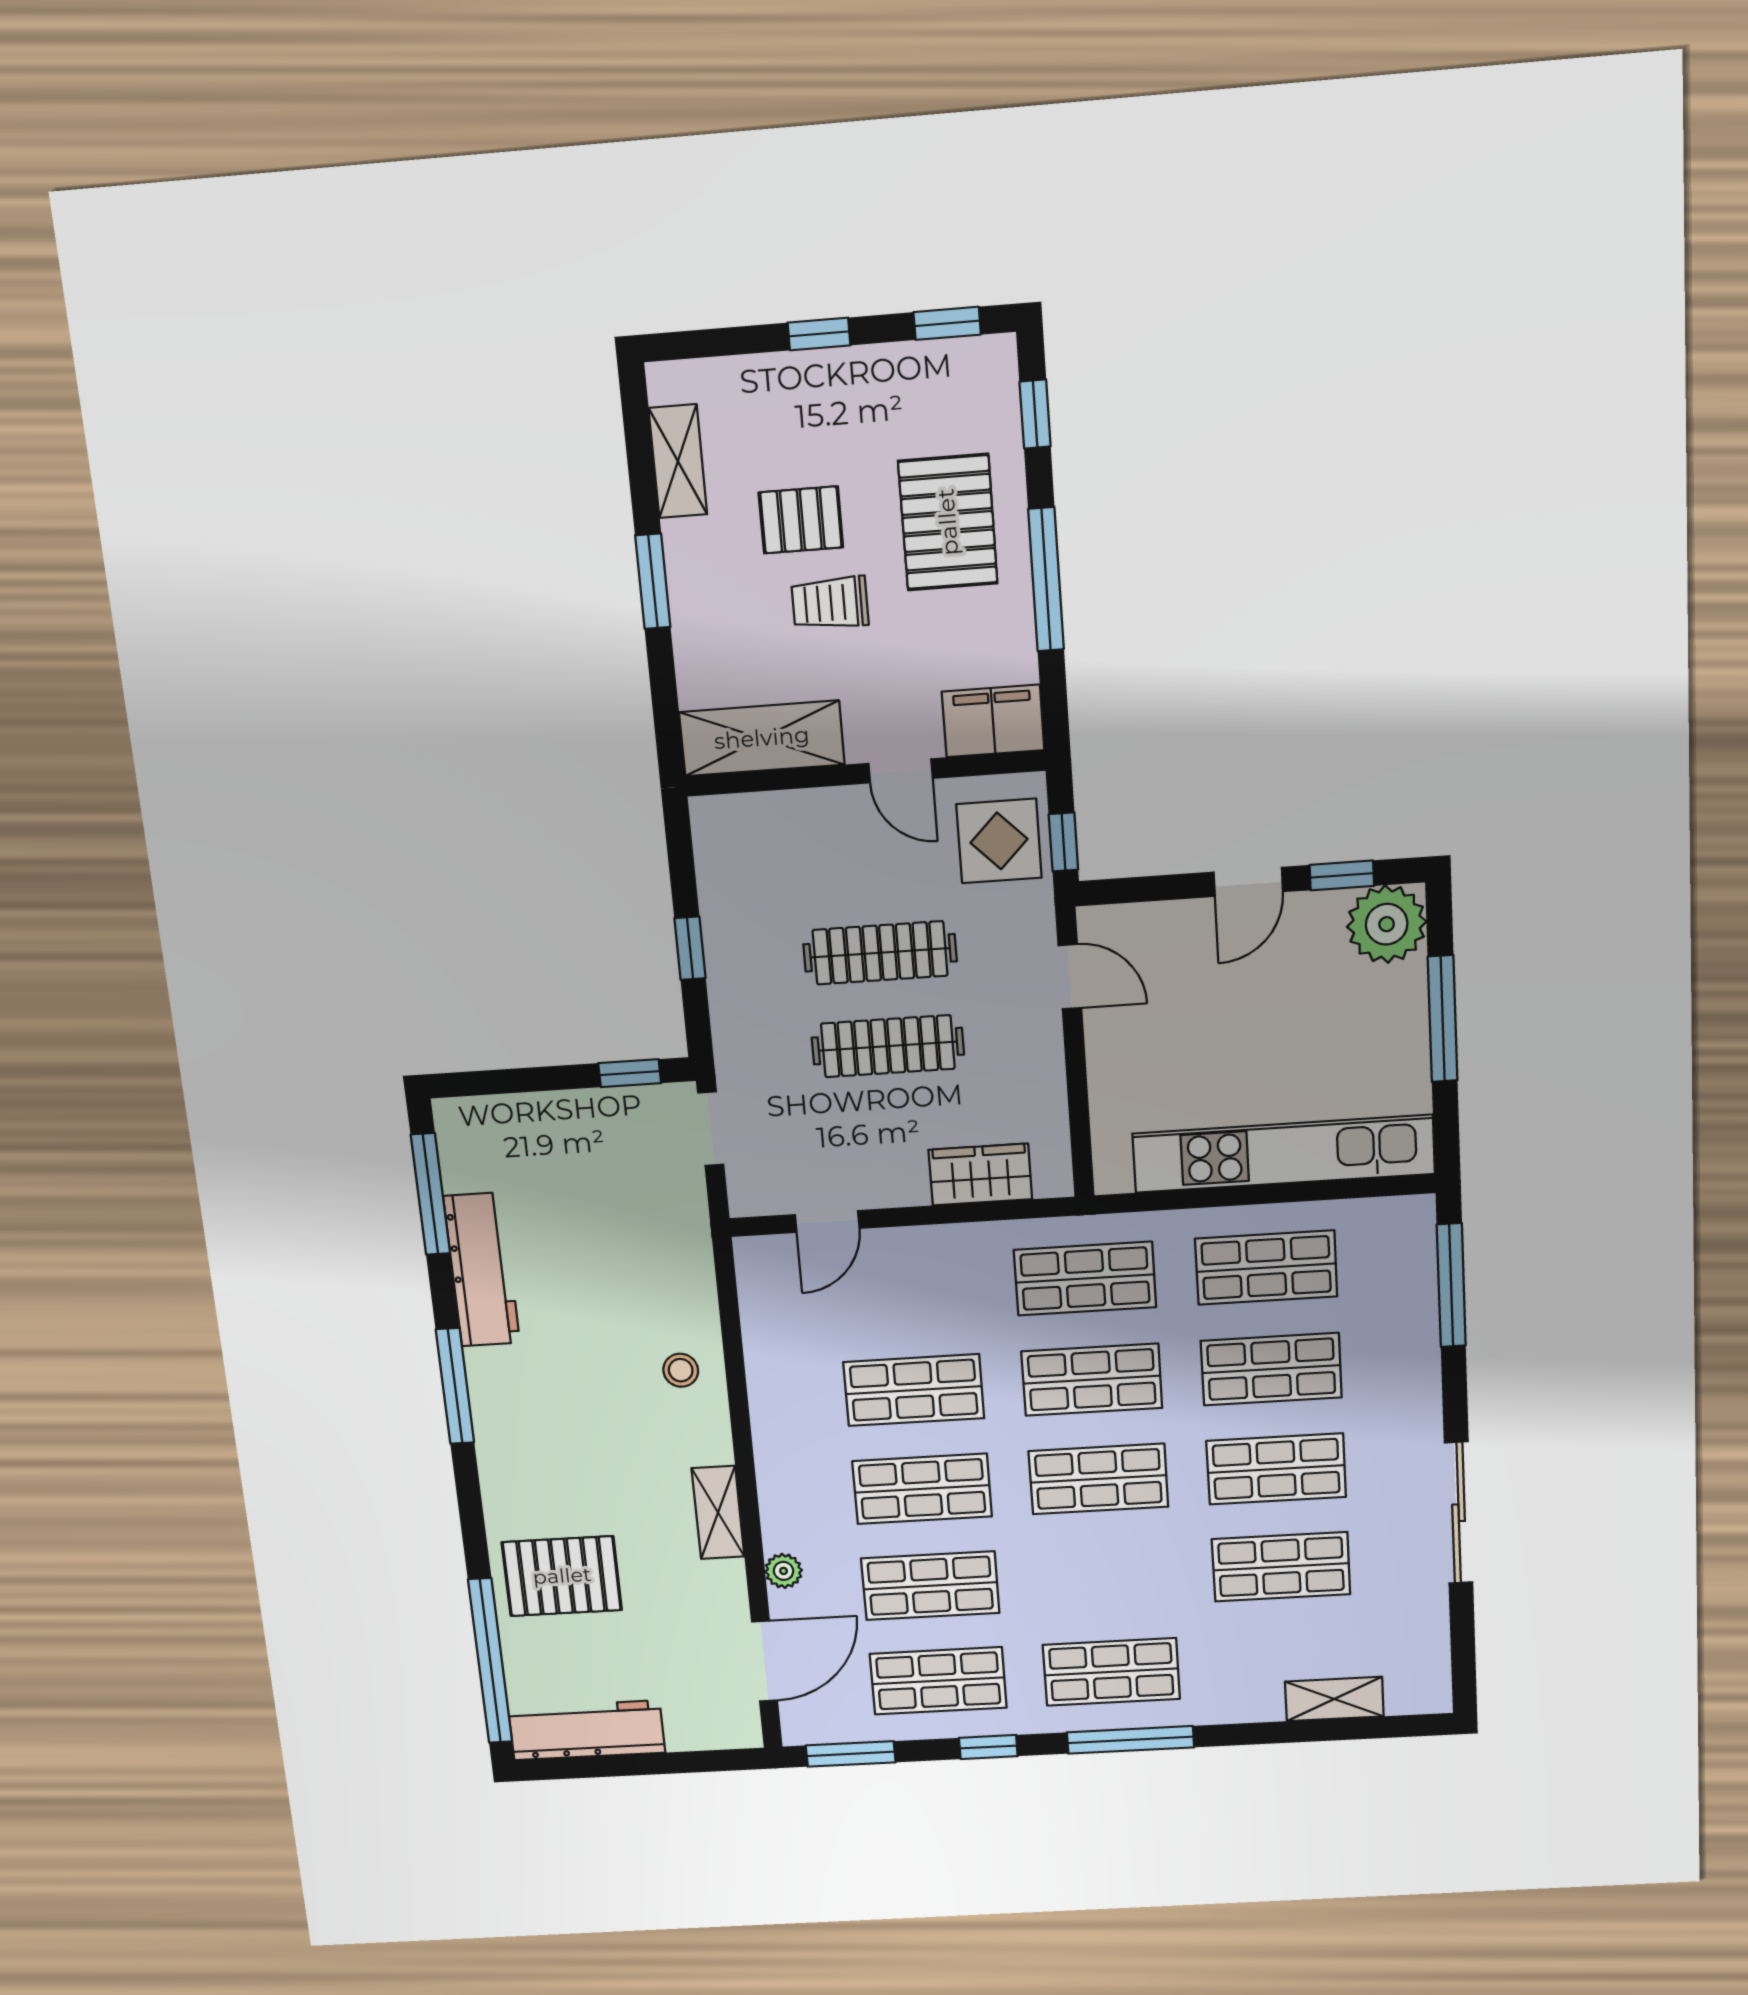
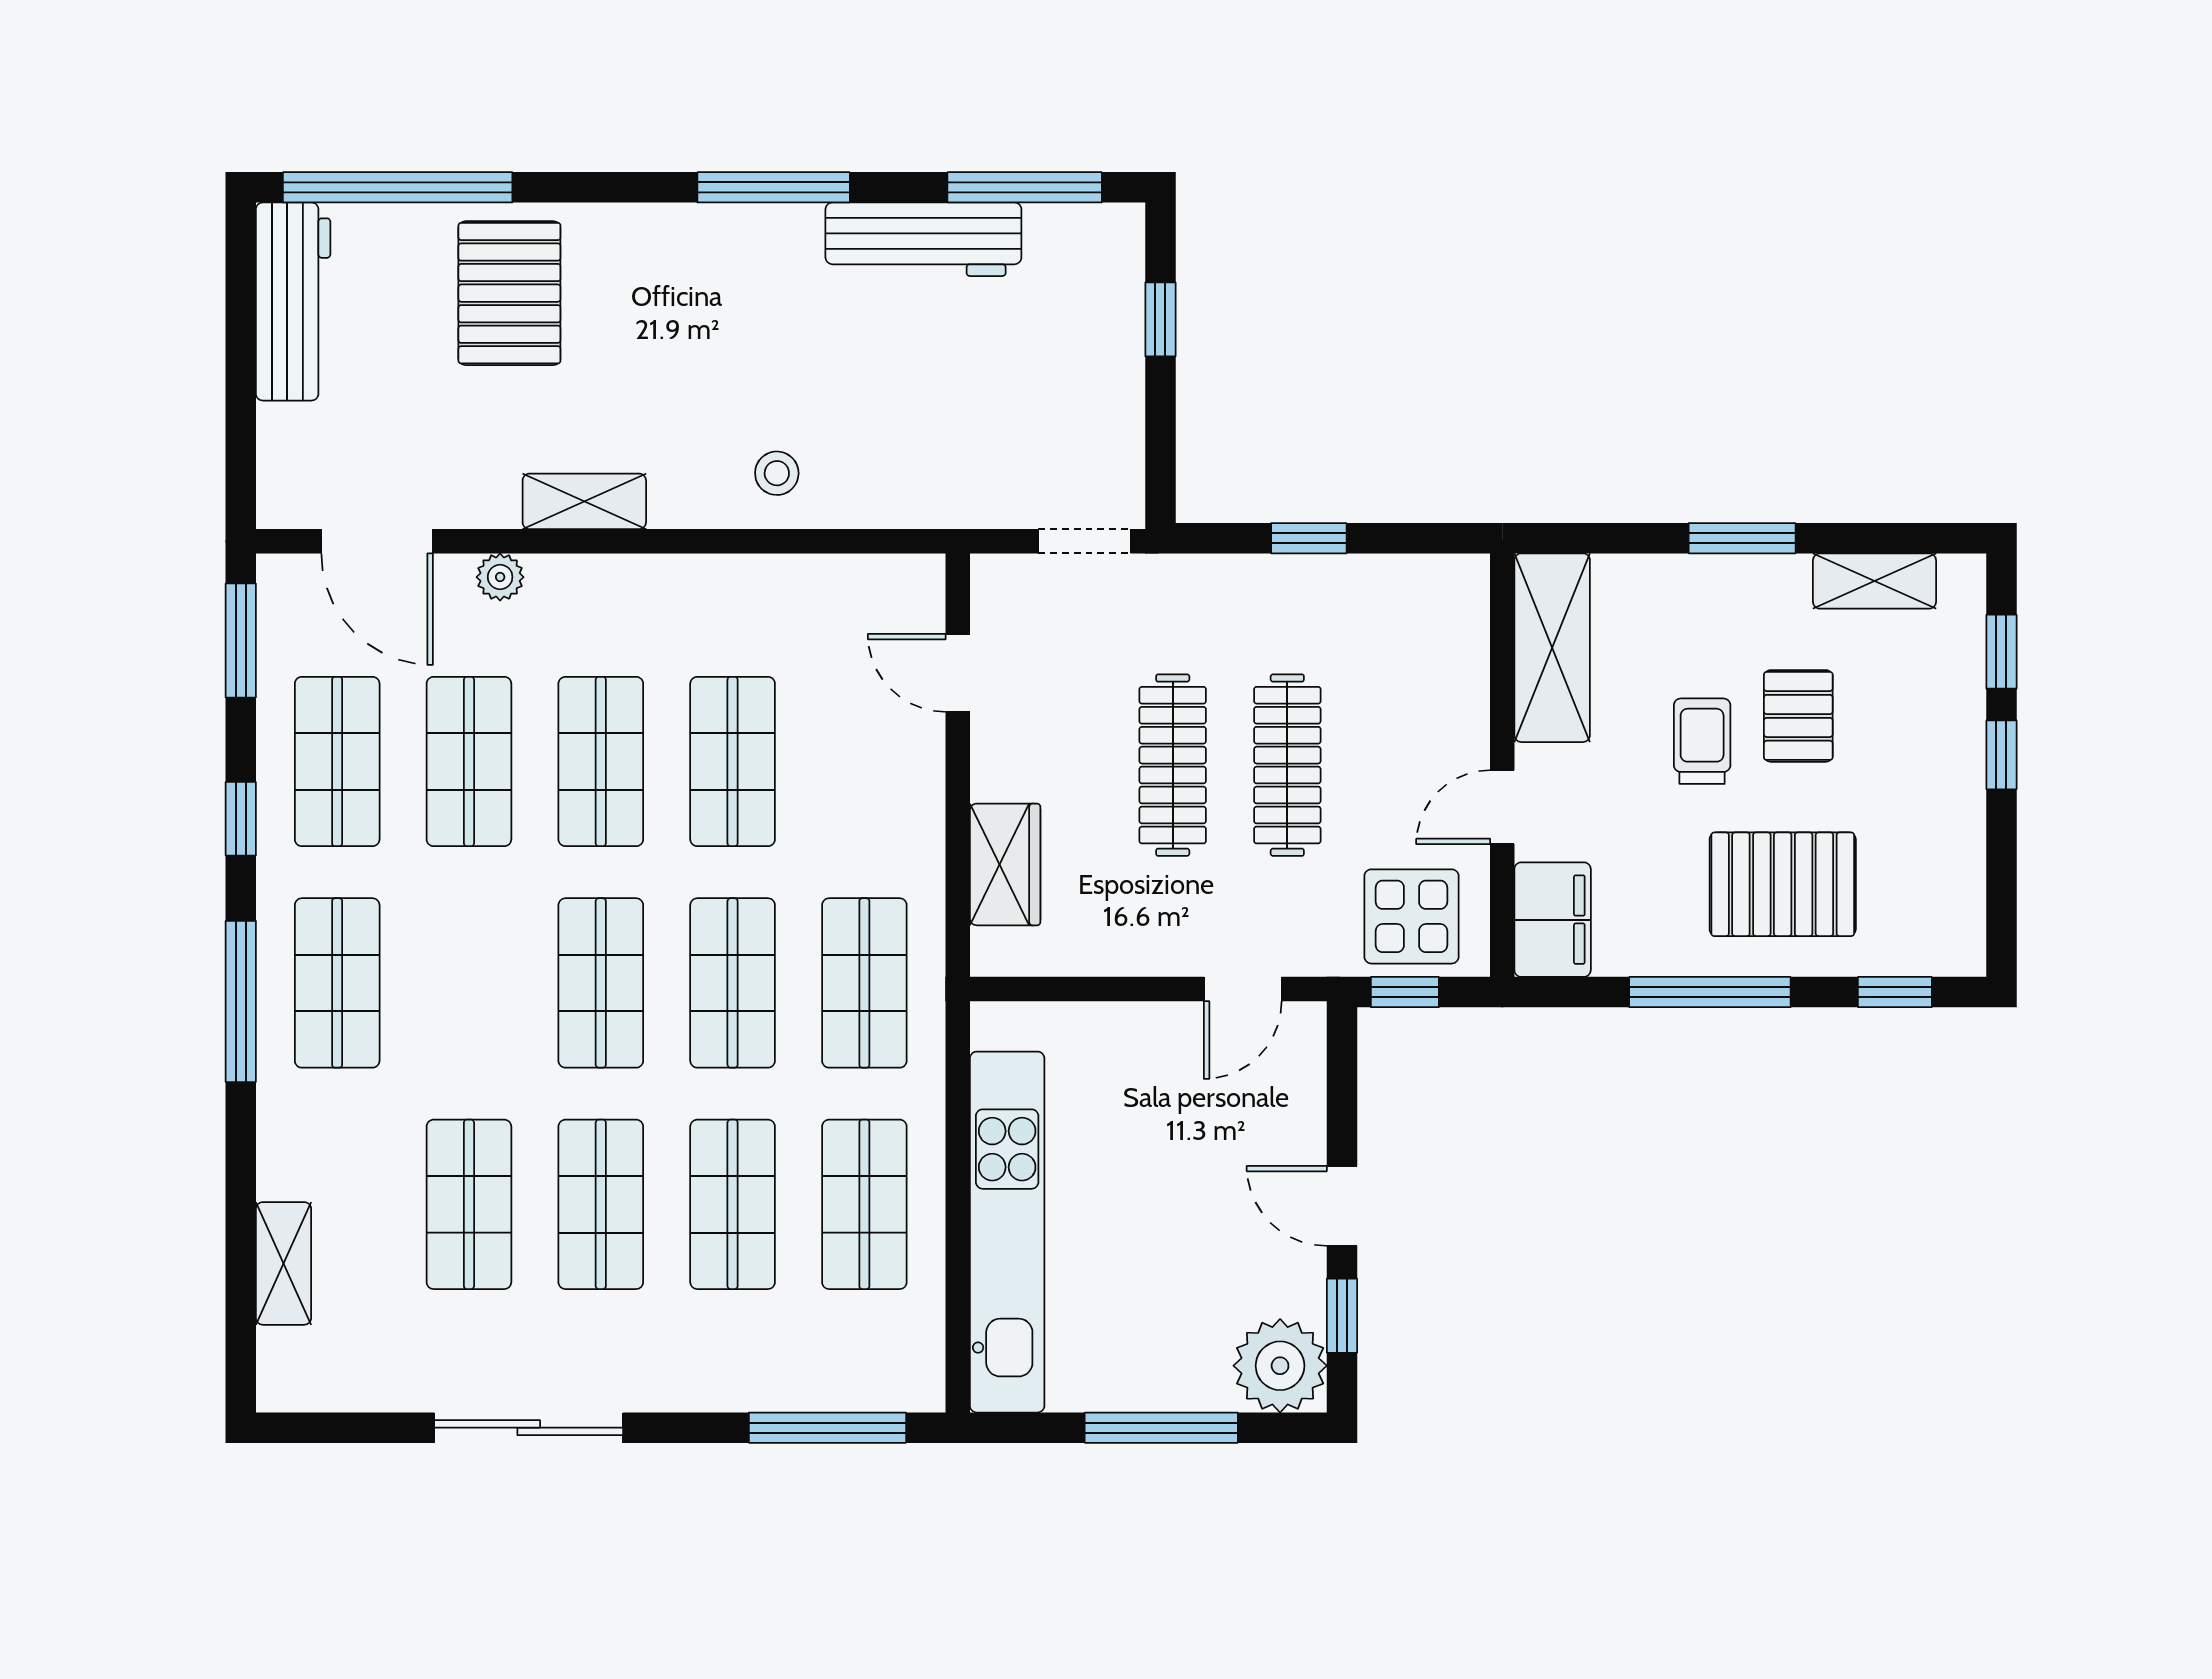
window: (947, 323) -> (2001, 652), moved
window: (630, 1073) -> (1160, 319), moved

